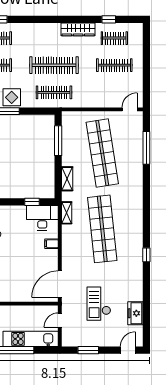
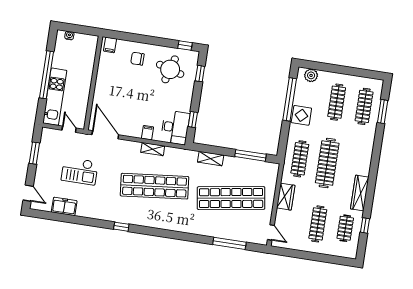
wardrobe: (93, 100) -> (286, 197), added
shelving: (67, 213) -> (153, 149), moved
checkout: (99, 304) -> (80, 171), turned 180

